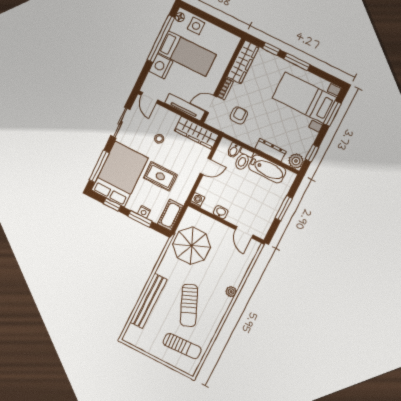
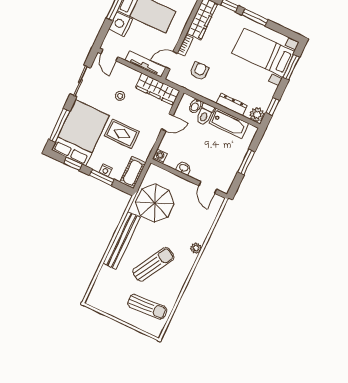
bench: (148, 301) -> (122, 240), moved
sun lounger: (189, 305) -> (153, 264), turned -127

